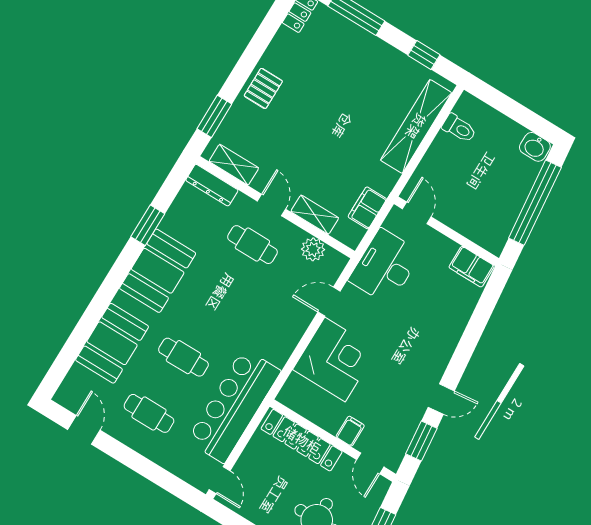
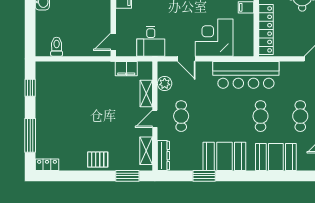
shelving: (416, 126) -> (69, 69), removed
desk: (385, 267) -> (151, 41), width x0.73
bar counter: (234, 406) -> (246, 75), moved

